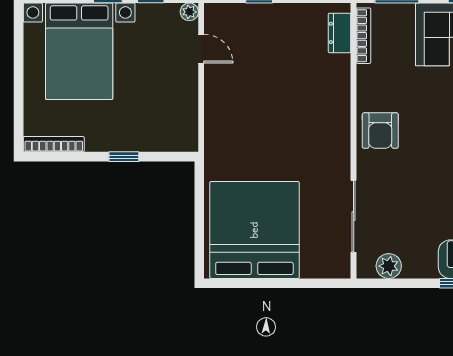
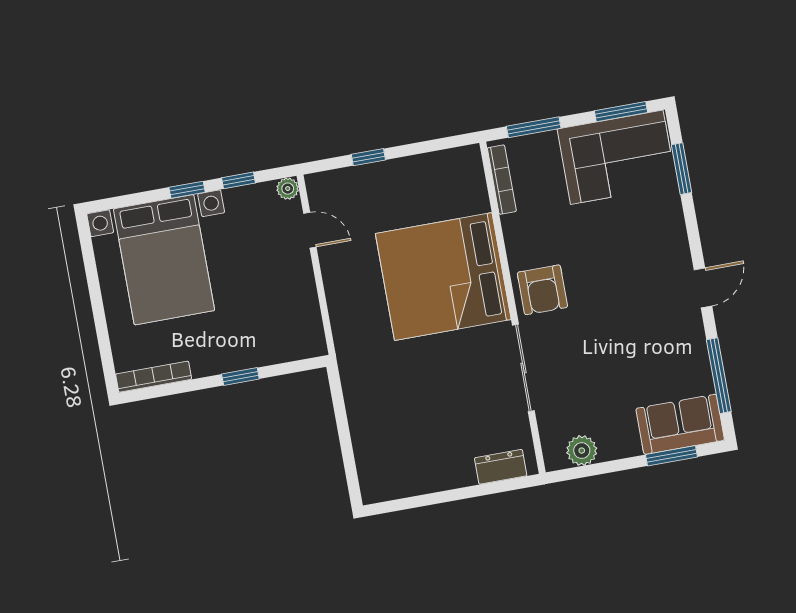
dresser: (340, 33) -> (501, 467), moved, turned 90
sliding door: (354, 216) -> (523, 368), moved
bed: (254, 230) -> (443, 277), moved, turned -90

